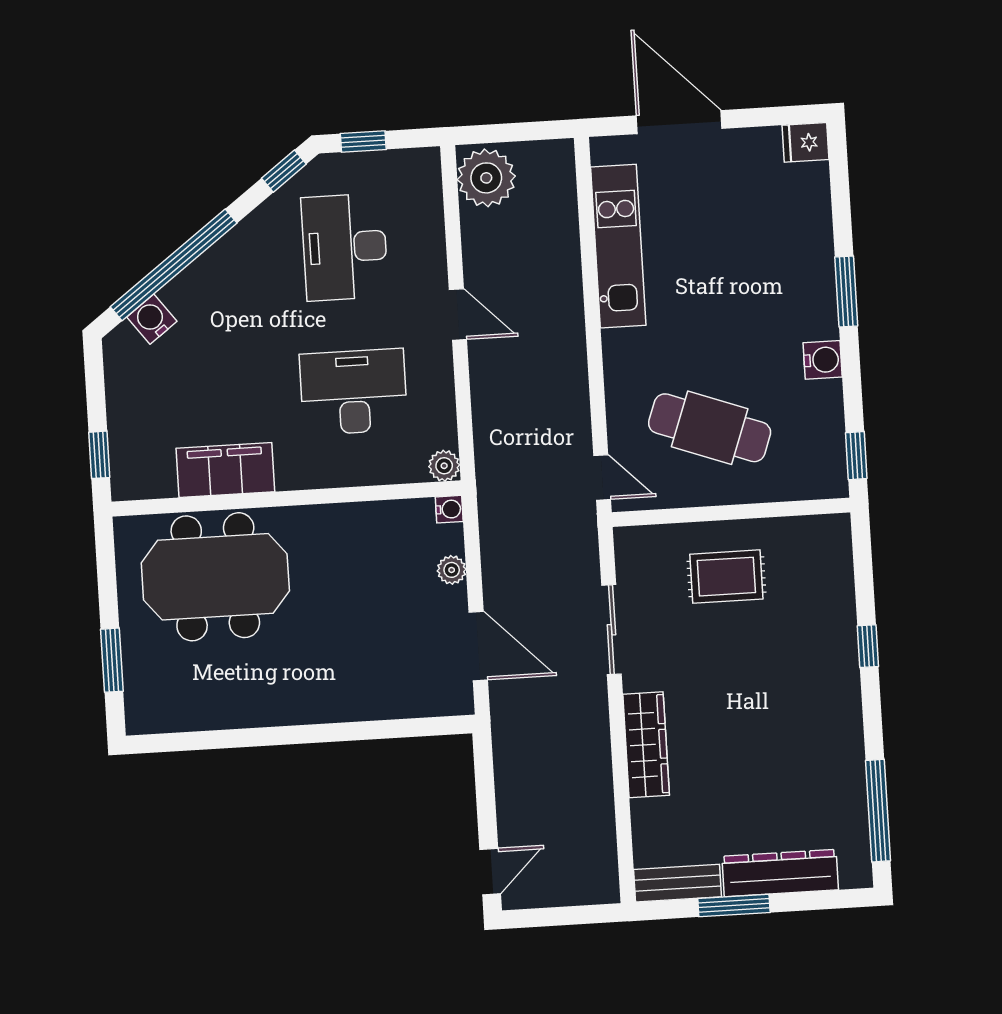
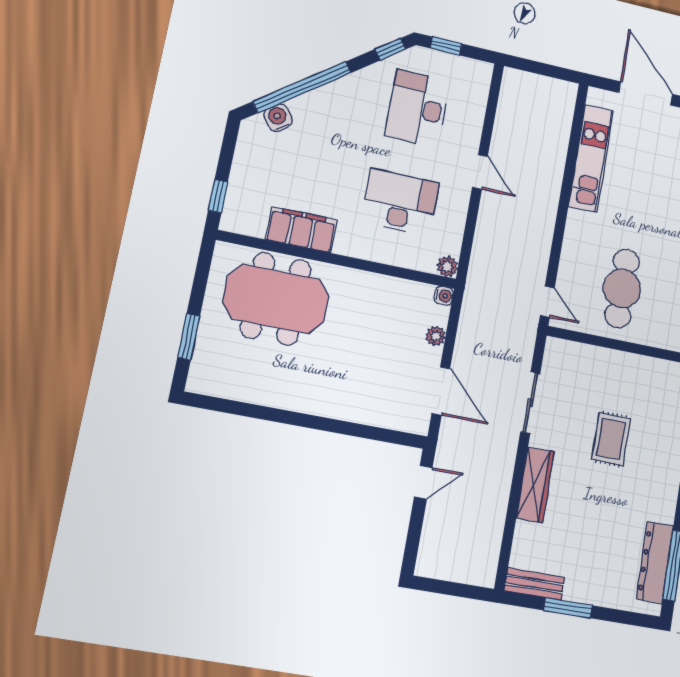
plant: (486, 178) -> (519, 92), removed
cafe table: (710, 428) -> (622, 288), turned 70
rug: (726, 577) -> (611, 439), moved, turned 90
door: (490, 872) -> (423, 482), moved
dresser: (780, 873) -> (655, 562), moved, turned -90

